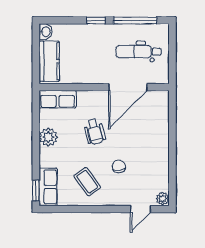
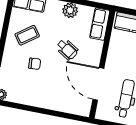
wheelchair: (95, 132) -> (67, 49), turned -134

